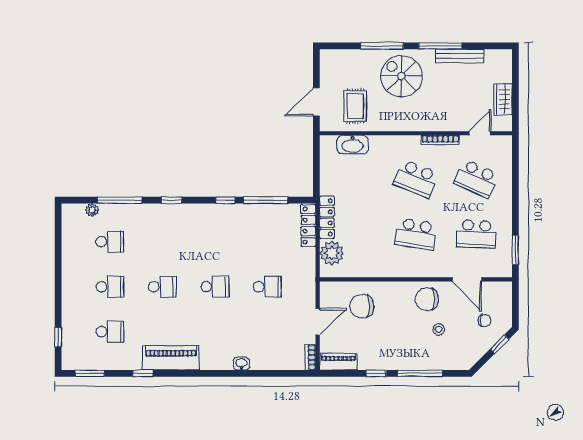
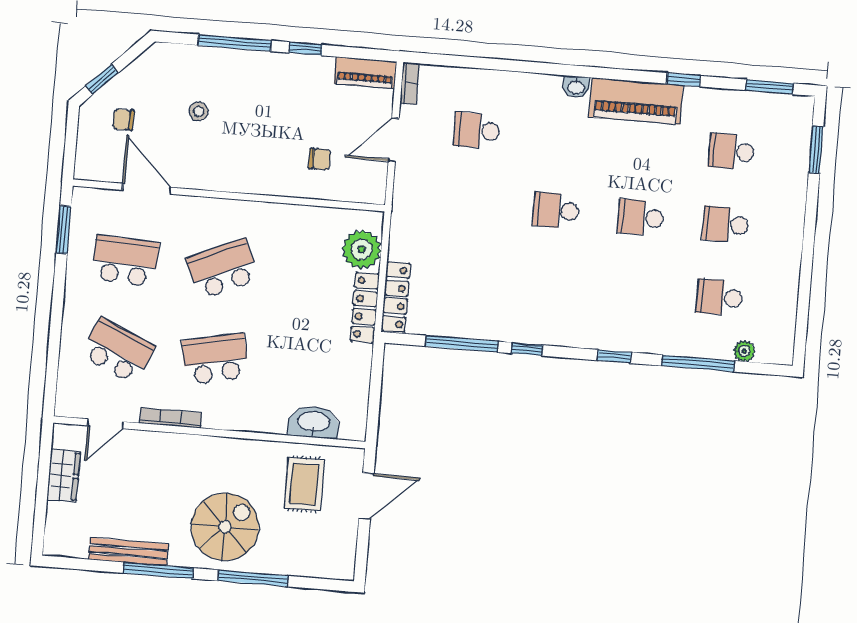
spiral stairs: (401, 76) -> (225, 527), turned -90
school desk: (416, 179) -> (215, 359), turned -33
school desk: (416, 234) -> (223, 269), turned -33
school desk: (267, 287) -> (477, 131), moved
chair: (427, 299) -> (213, 162), removed
chair: (362, 306) -> (320, 159), width x0.54, depth x0.54
window: (58, 337) -> (816, 150), width x1.50
washbasin: (241, 364) -> (576, 87), moved

